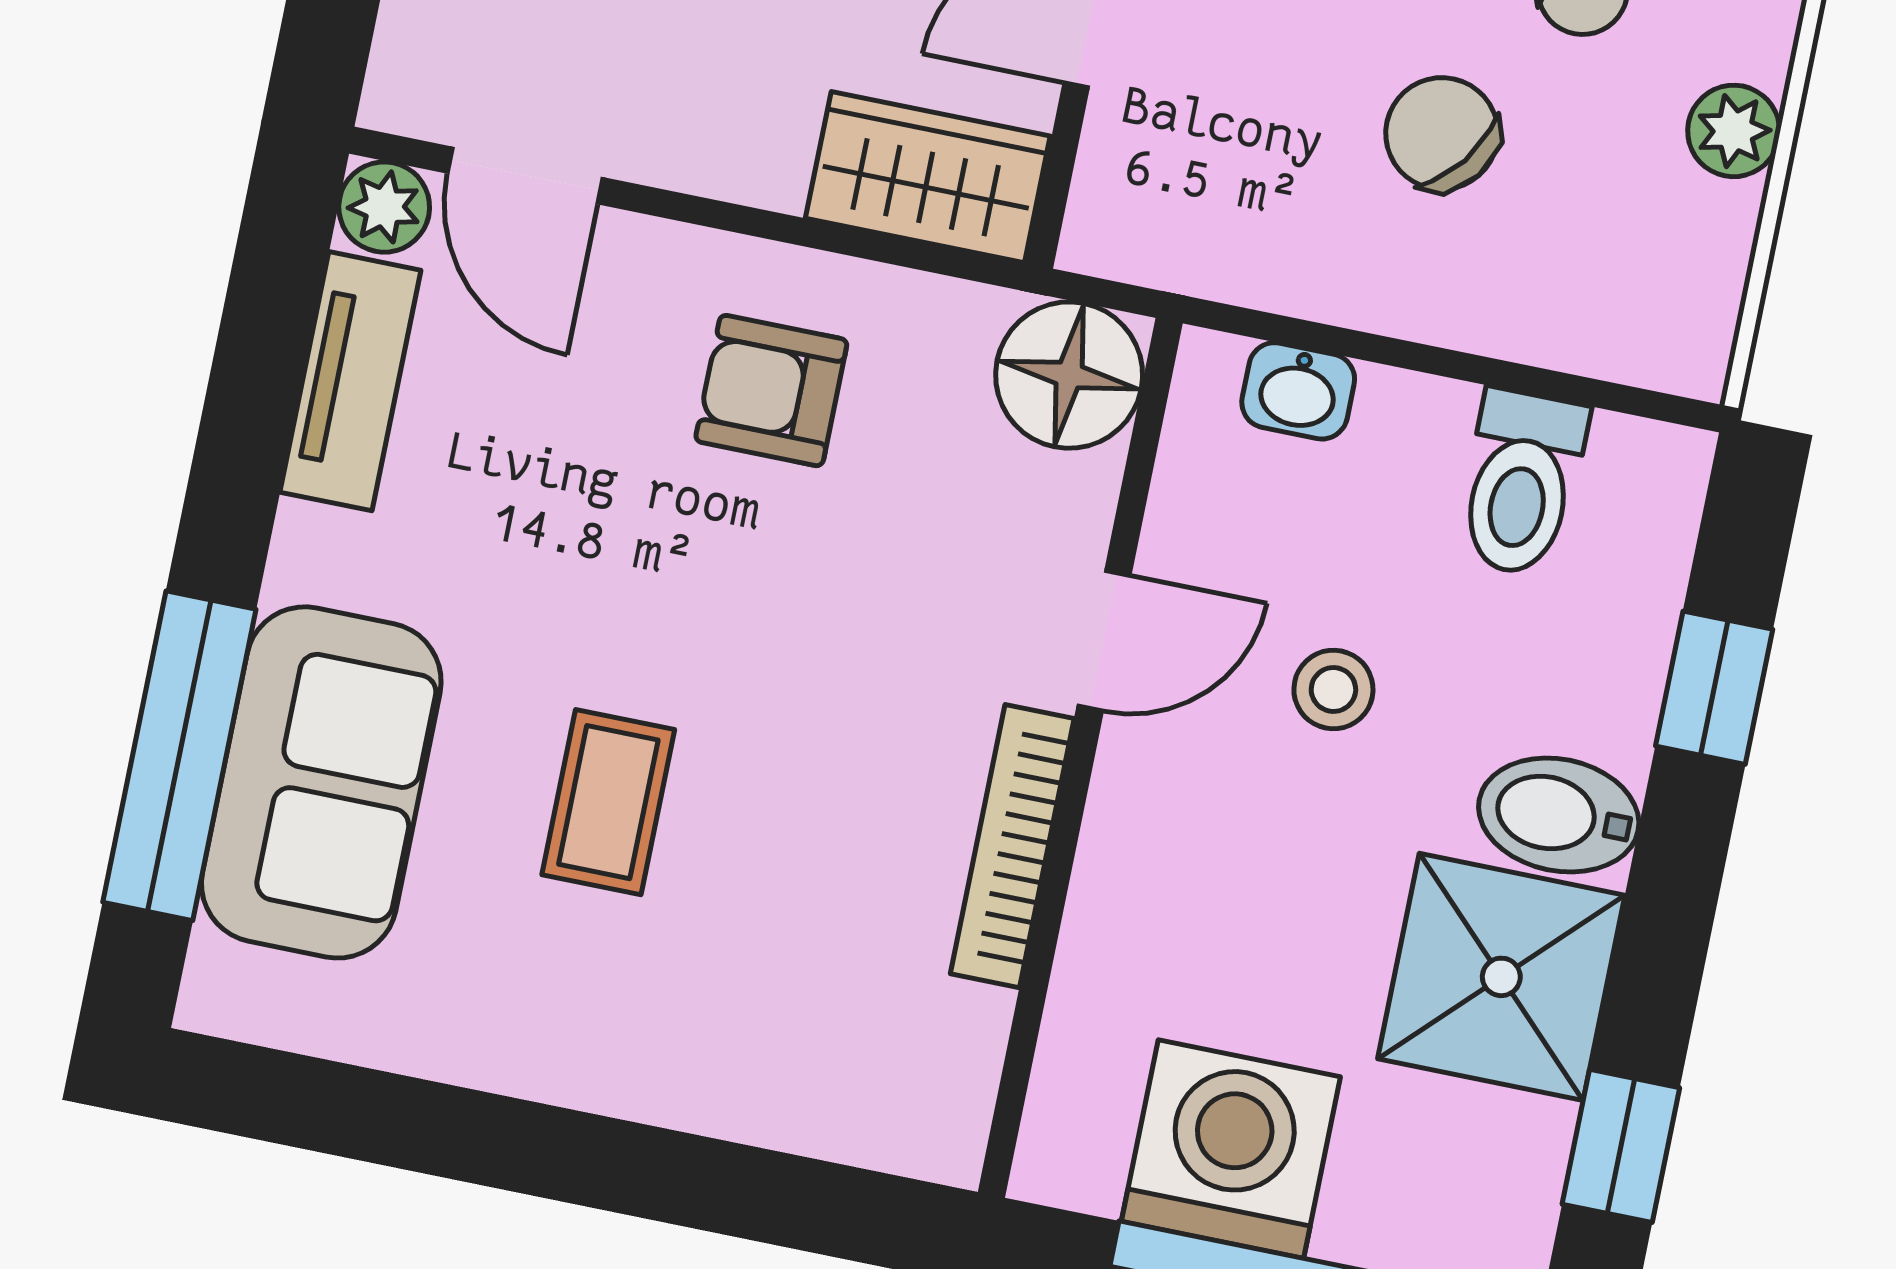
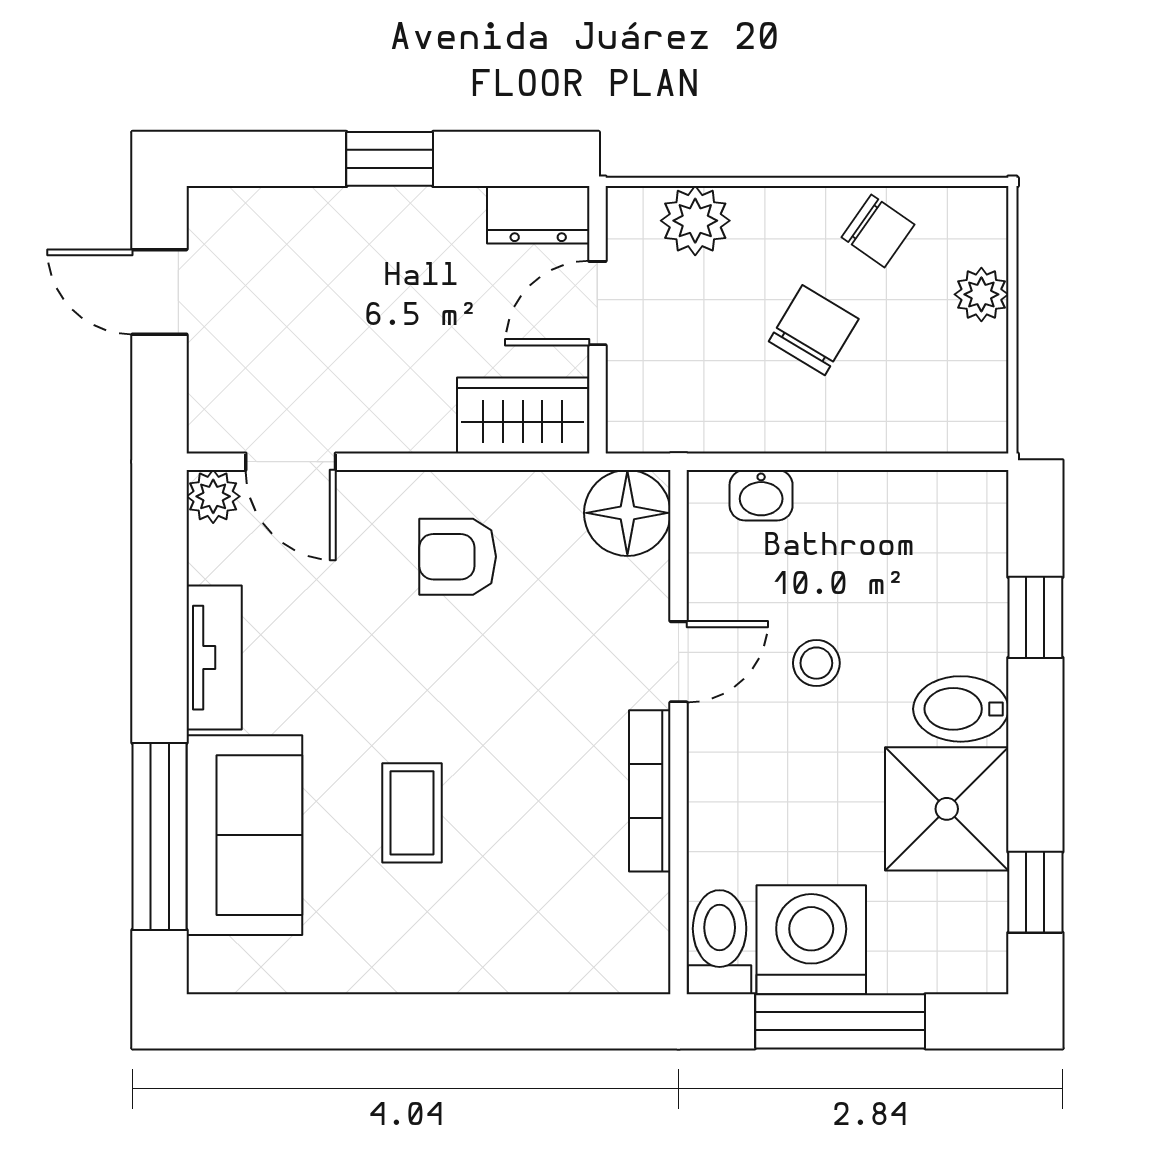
chair: (1442, 133) -> (814, 330), turned 84
tv unit: (350, 381) -> (214, 658), moved
toilet: (1522, 483) -> (720, 942), moved, turned 180

